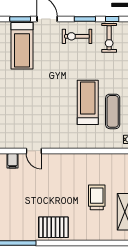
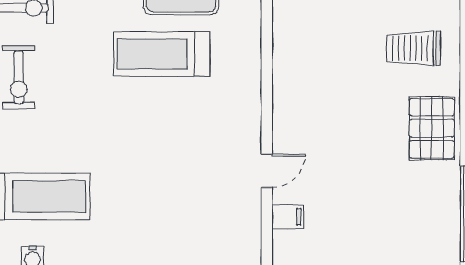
trolley: (97, 197) -> (414, 48), moved

